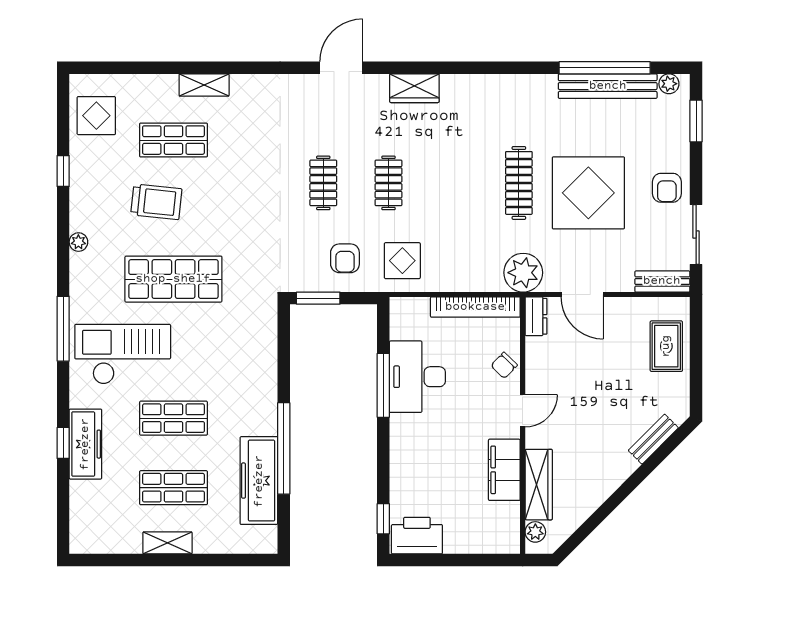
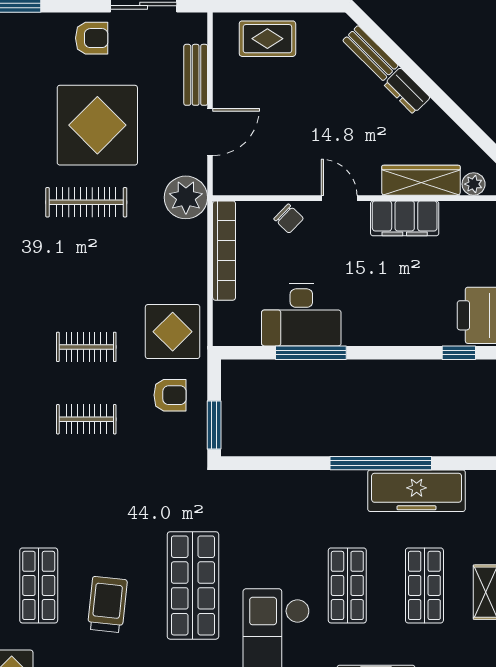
display table: (402, 261) -> (173, 332), width x1.36, depth x1.36
bench: (662, 281) -> (196, 75), moved
dresser: (536, 316) -> (407, 91), moved, turned -135

